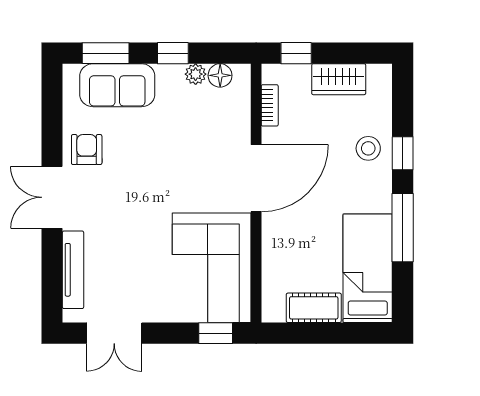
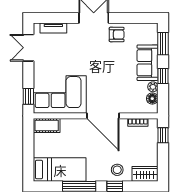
wardrobe: (339, 79) -> (145, 174), moved, turned 90
sofa: (117, 85) -> (148, 63), moved
tv unit: (73, 270) -> (53, 28), width x0.71
cot: (314, 308) -> (47, 126), moved, turned 90

